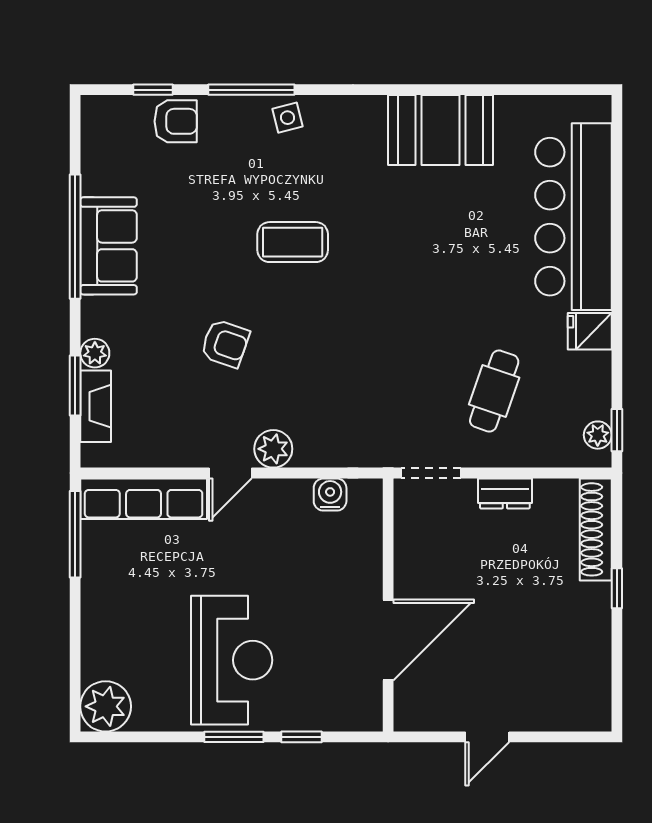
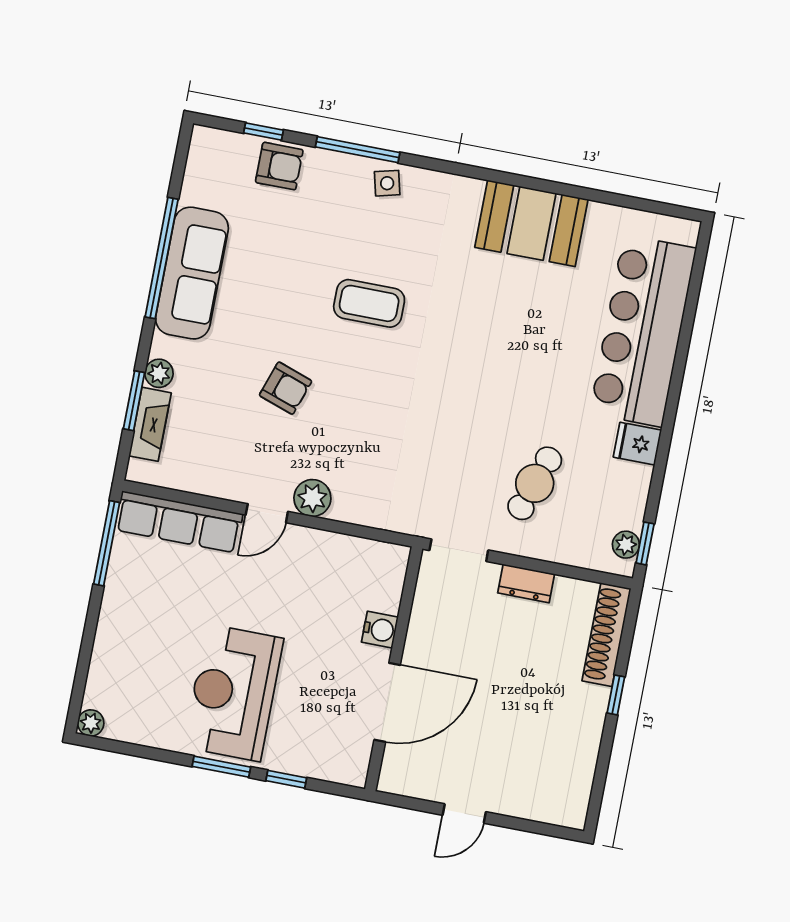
sofa: (109, 246) -> (192, 273), width x1.36
water cooler: (330, 495) -> (380, 630), moved, turned 90
reception desk: (232, 660) -> (233, 693), turned 180
plant: (106, 706) -> (91, 723), width x0.53, depth x0.53

